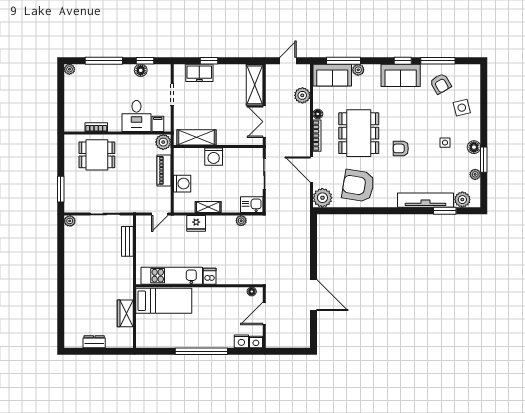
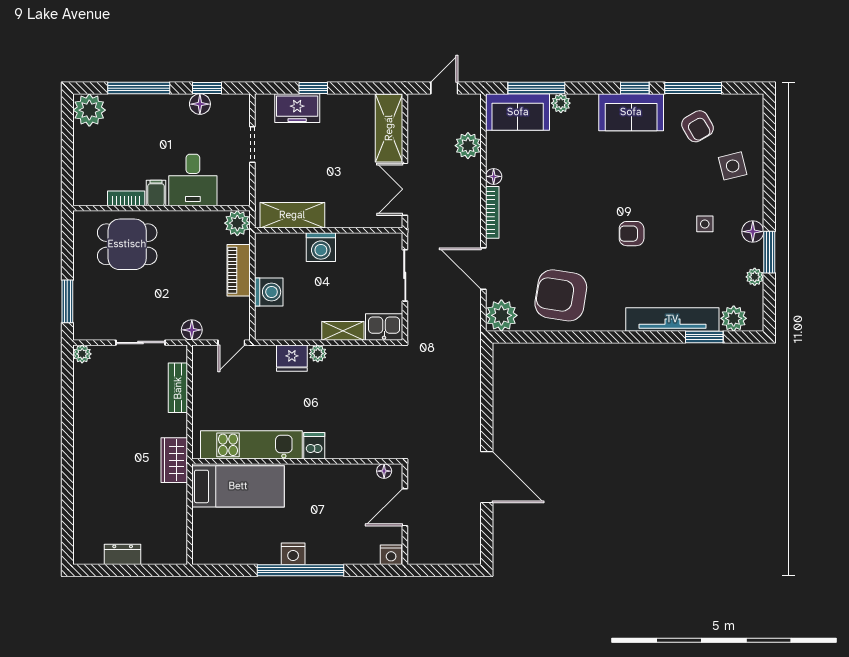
plant: (69, 69) -> (89, 110), width x1.87, depth x1.87
filing cabinet: (158, 124) -> (156, 193), moved
dining table: (359, 133) -> (562, 208), removed
floor lamp: (136, 206) -> (192, 330), added
shelving: (208, 207) -> (343, 331), moved
plant: (241, 221) -> (318, 354), moved
wardrobe: (125, 313) -> (174, 460), moved
nightstand: (241, 341) -> (293, 554), moved

